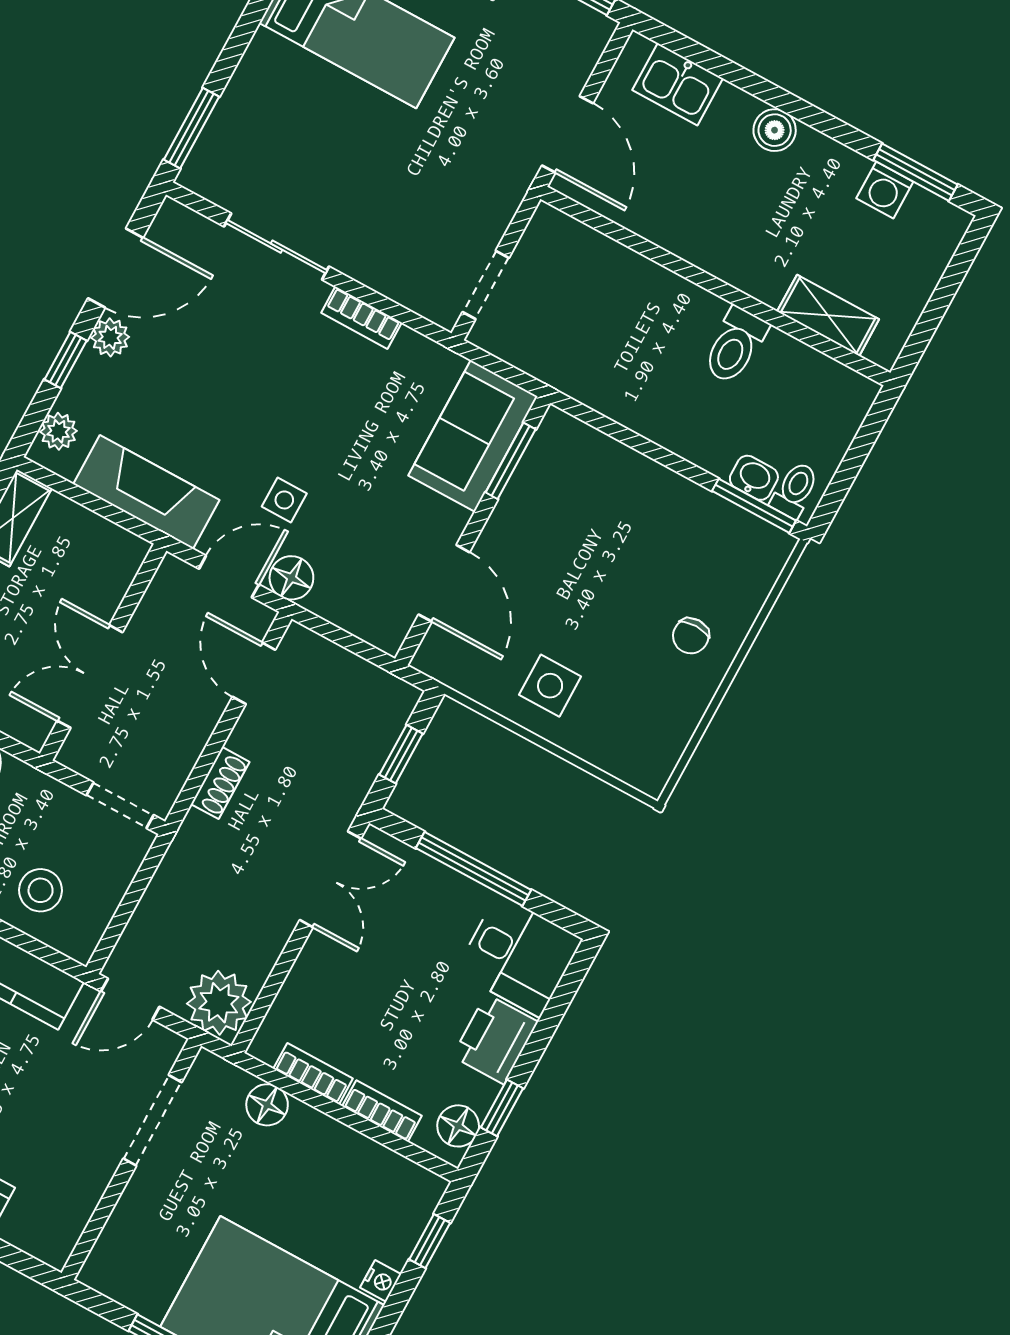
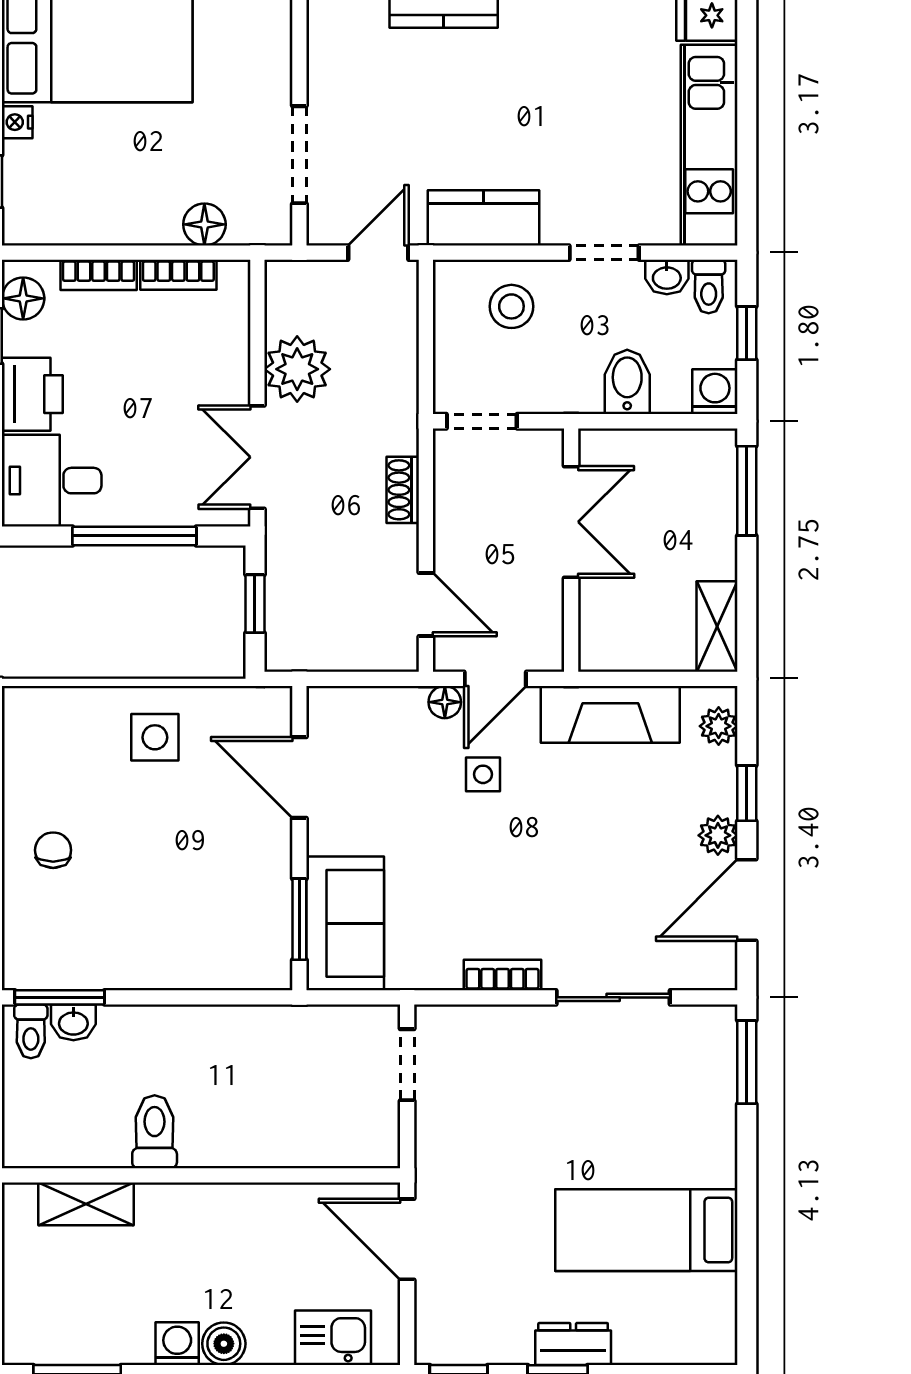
washing machine: (885, 190) -> (177, 1344), moved
floor lamp: (291, 578) -> (445, 702), width x0.73, depth x0.73
plant: (219, 1003) -> (297, 369), moved

